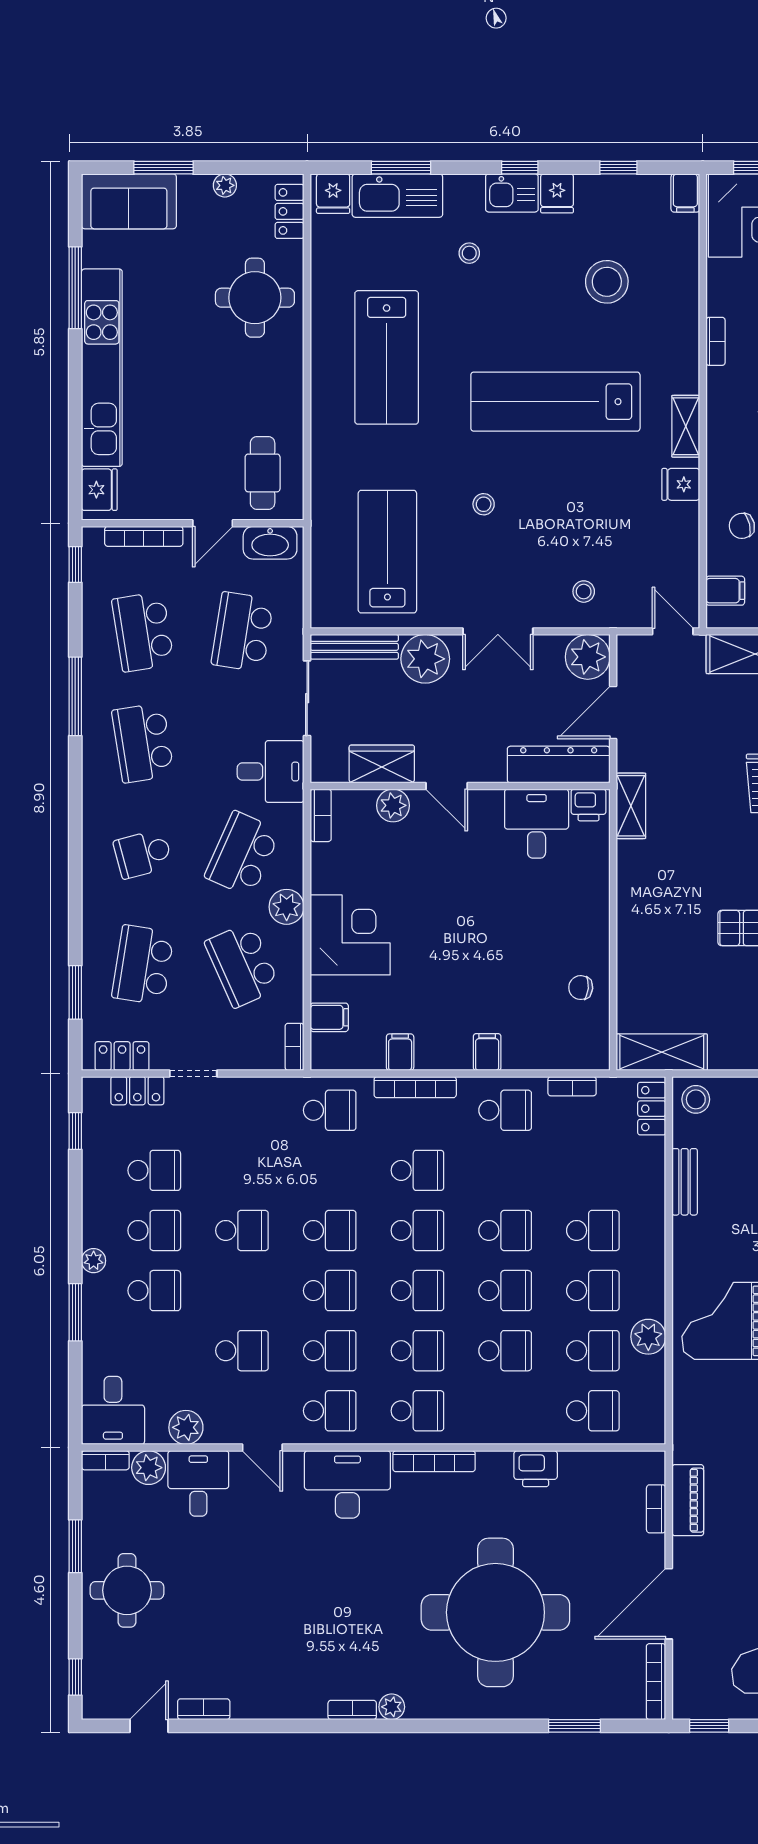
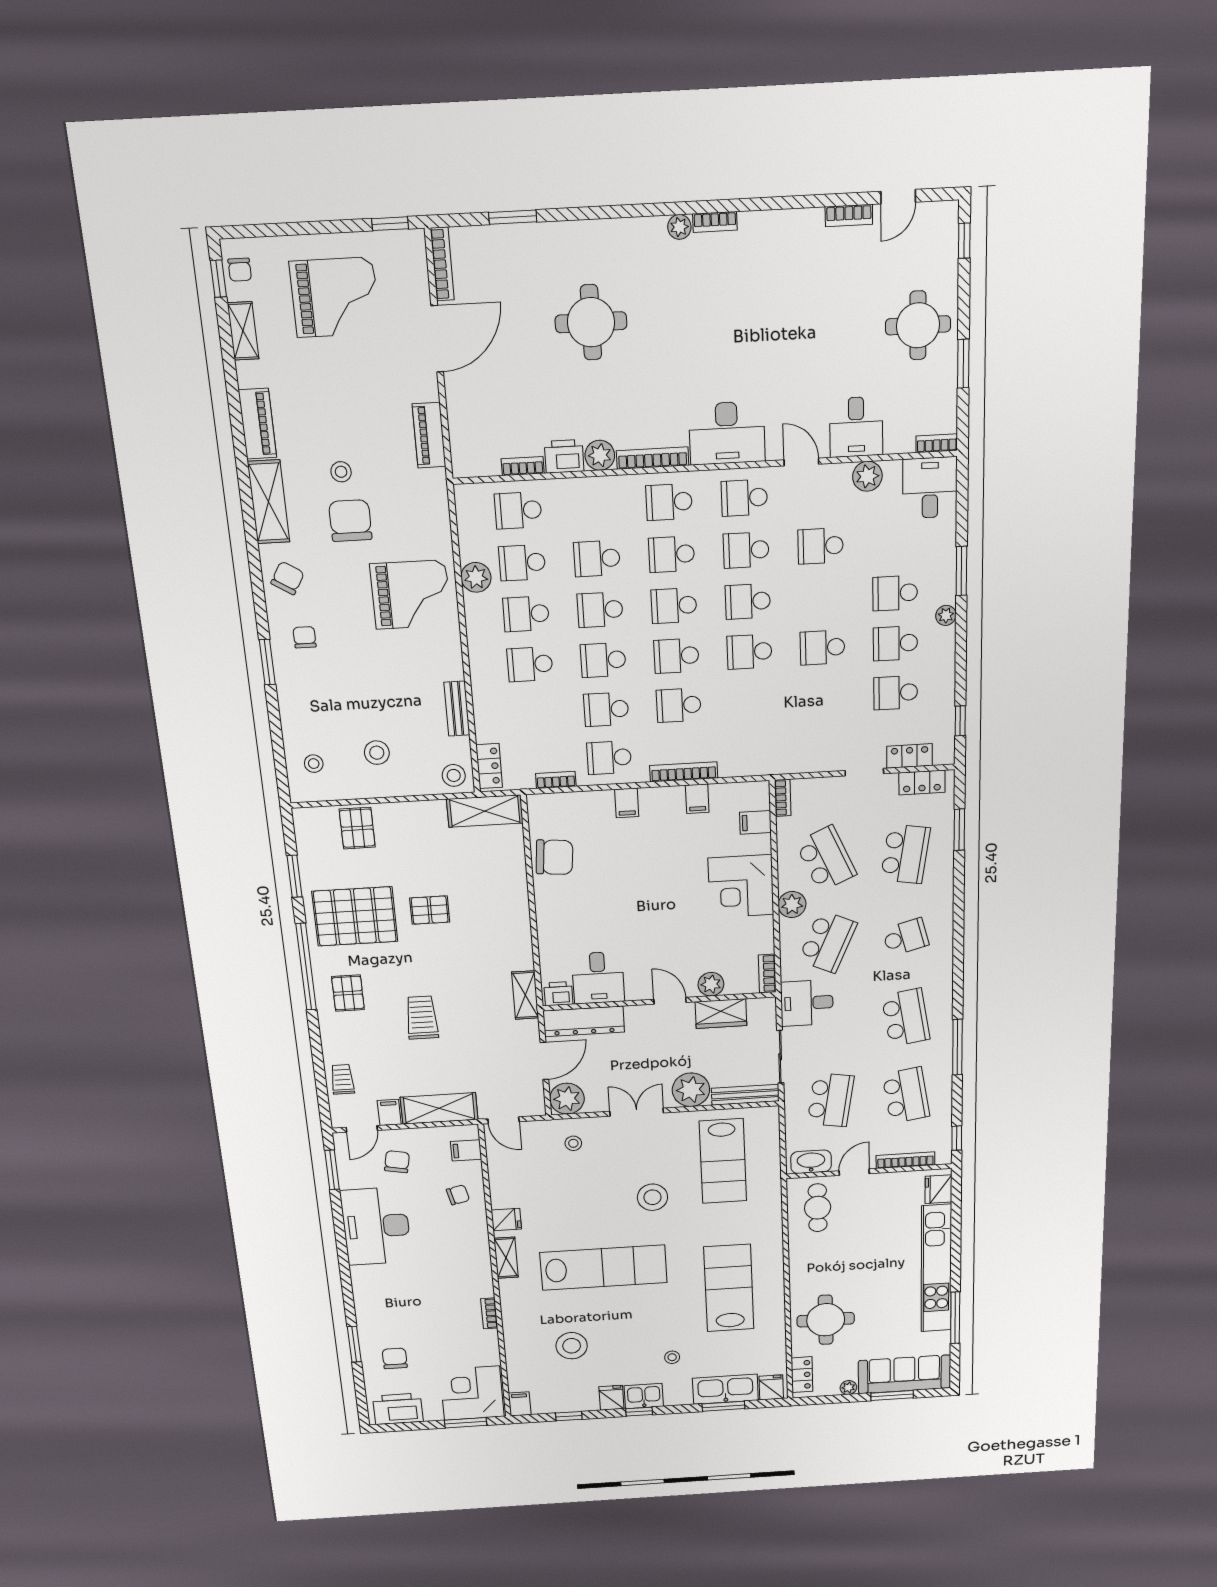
sofa: (129, 201) -> (904, 1374), width x1.36
stool: (484, 504) -> (652, 1197), width x1.89, depth x1.89
chair: (581, 988) -> (554, 857), width x1.87, depth x1.87
school desk: (330, 1110) -> (606, 709), moved
plant: (149, 1468) -> (600, 455), moved
bookcase: (656, 1509) -> (523, 466), moved, turned -90
round table: (495, 1612) -> (591, 322), width x0.54, depth x0.54

